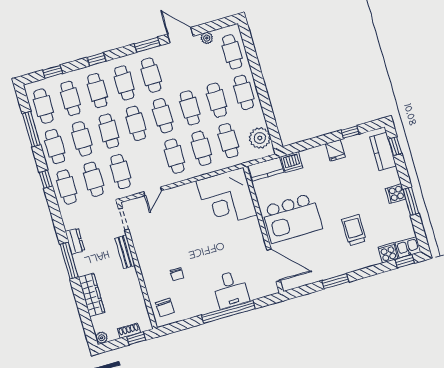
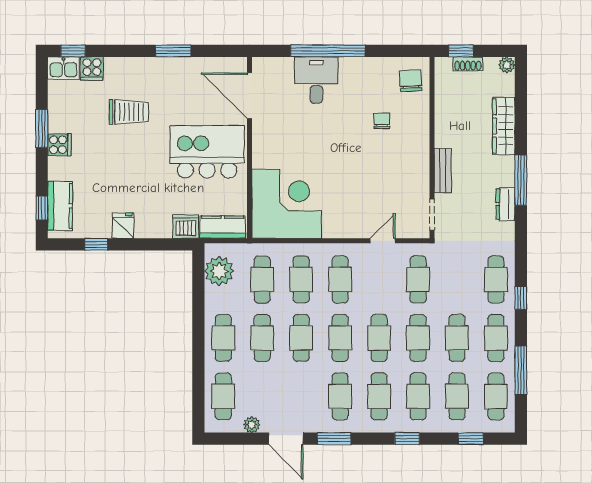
cafe table: (94, 179) -> (457, 279), removed
trolley: (354, 230) -> (129, 112), turned -90

